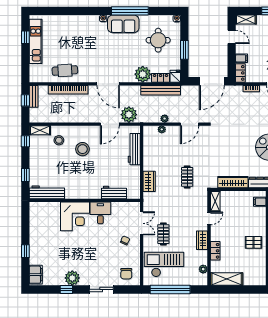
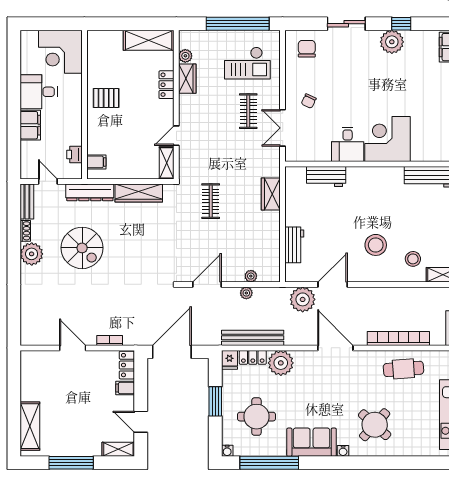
window: (130, 11) -> (269, 463), moved
round table: (83, 35) -> (375, 425), added
workbench: (134, 149) -> (294, 245), width x0.73
wardrobe: (202, 240) -> (187, 79), moved
checkout: (164, 265) -> (247, 63), width x0.73, depth x0.83

